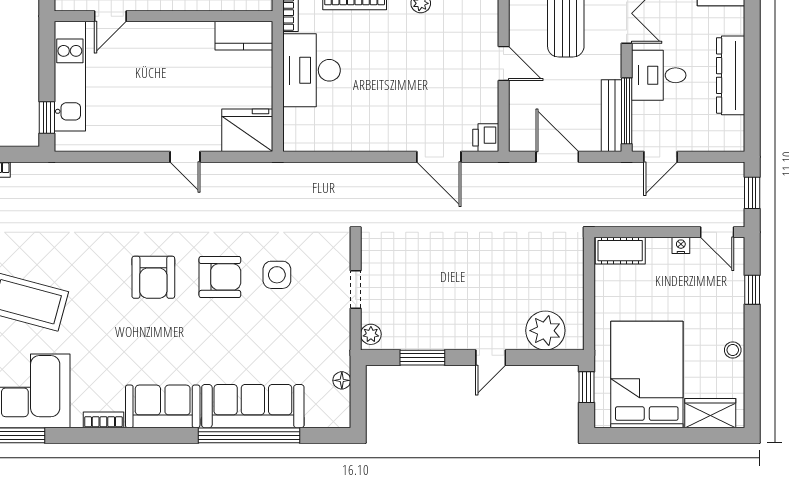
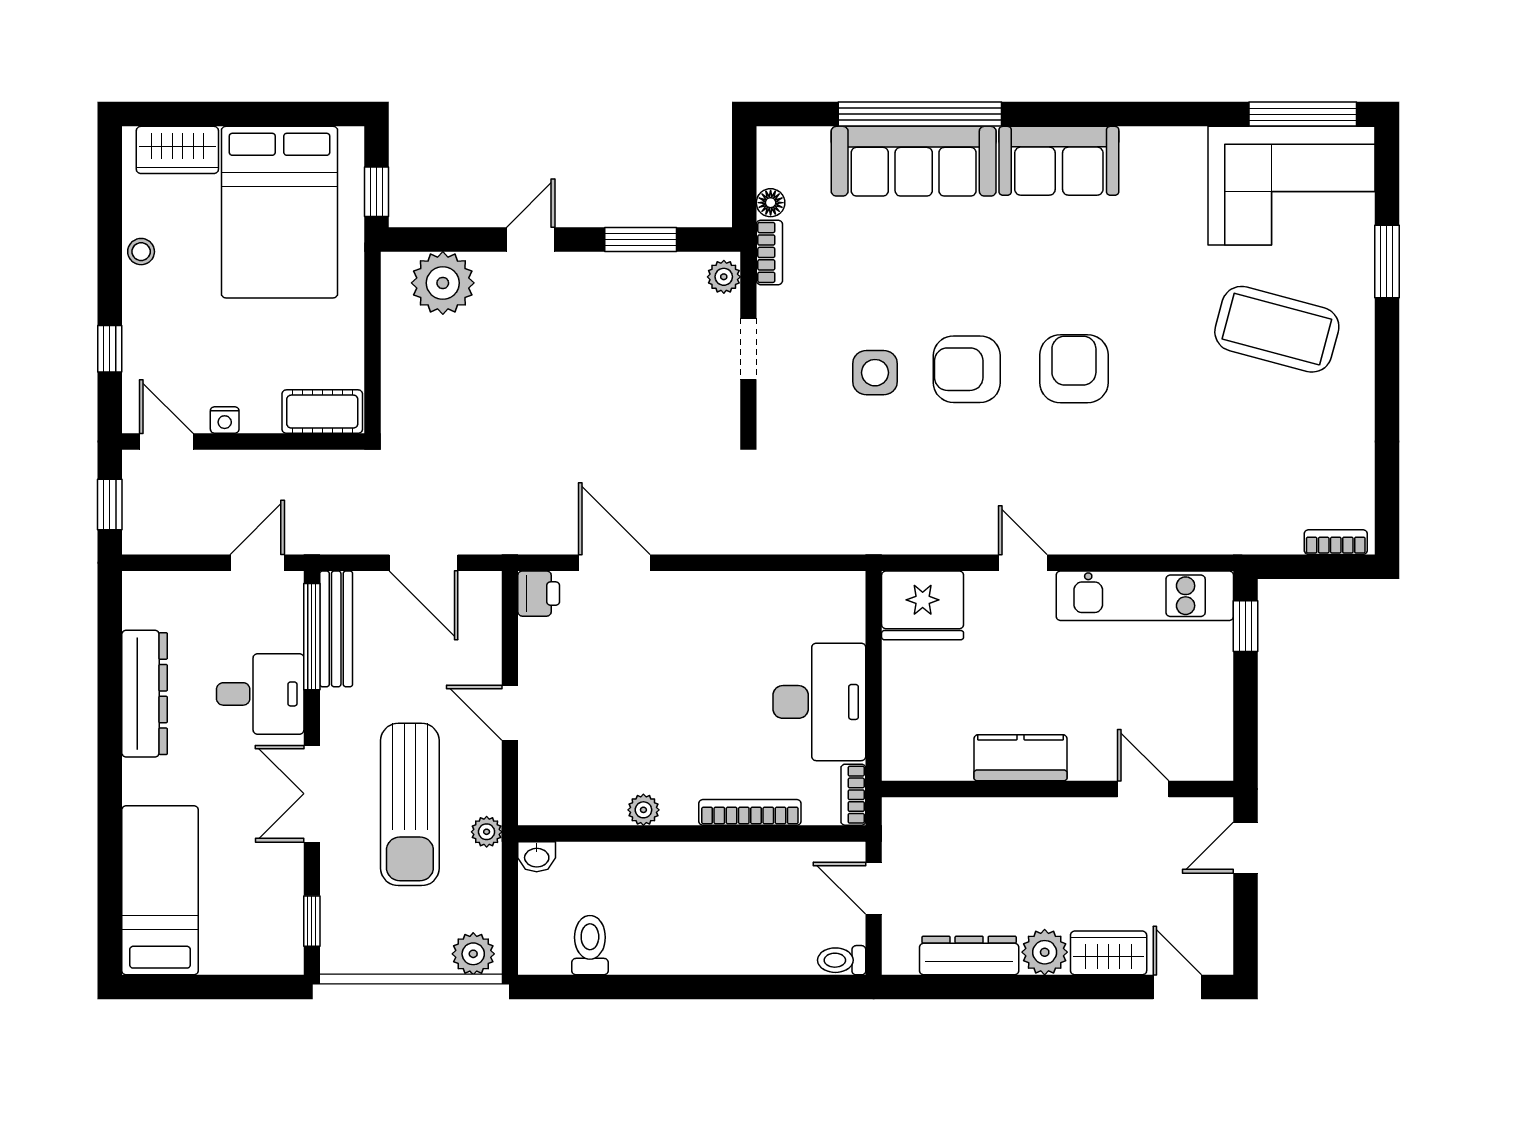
door: (110, 16) -> (1143, 789), hinge flipped
kitchen counter: (244, 36) -> (1021, 758), moved
kitchen unit: (70, 76) -> (1145, 596), moved, turned -90
bookcase: (103, 420) -> (769, 252), moved, turned -90

